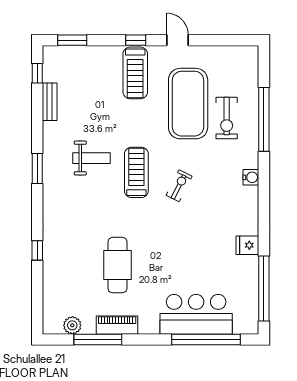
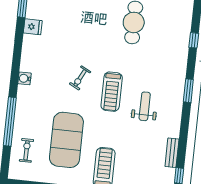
exercise bike: (227, 118) -> (26, 150), moved, width x0.73, depth x0.72
weight bench: (91, 158) -> (145, 106), turned 90
window: (37, 169) -> (188, 91), moved

